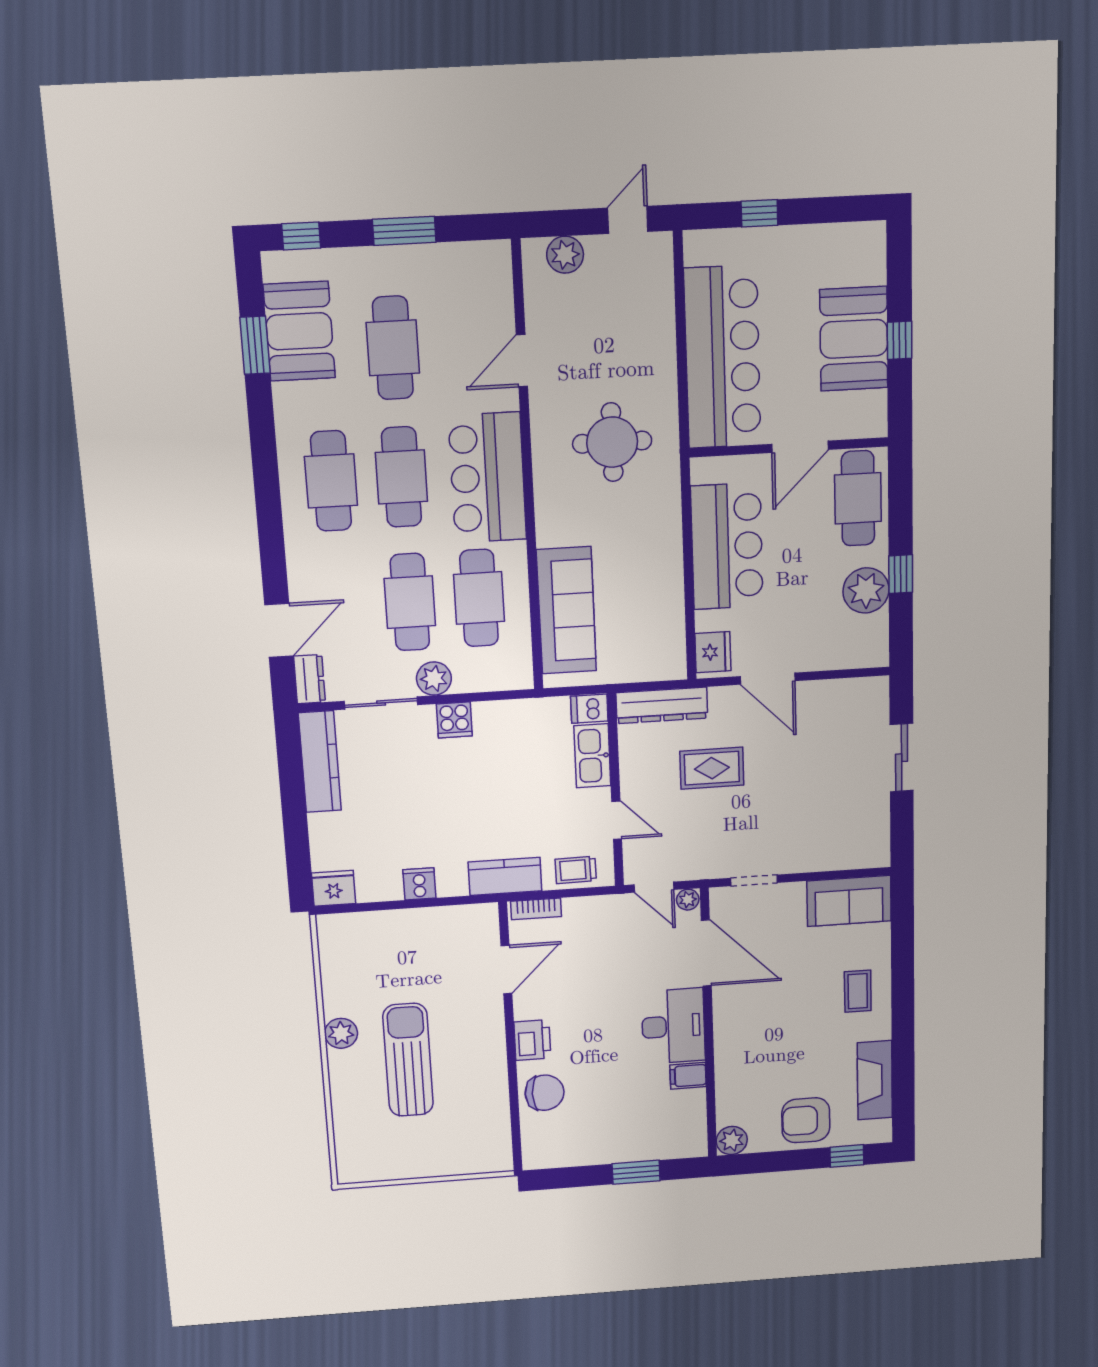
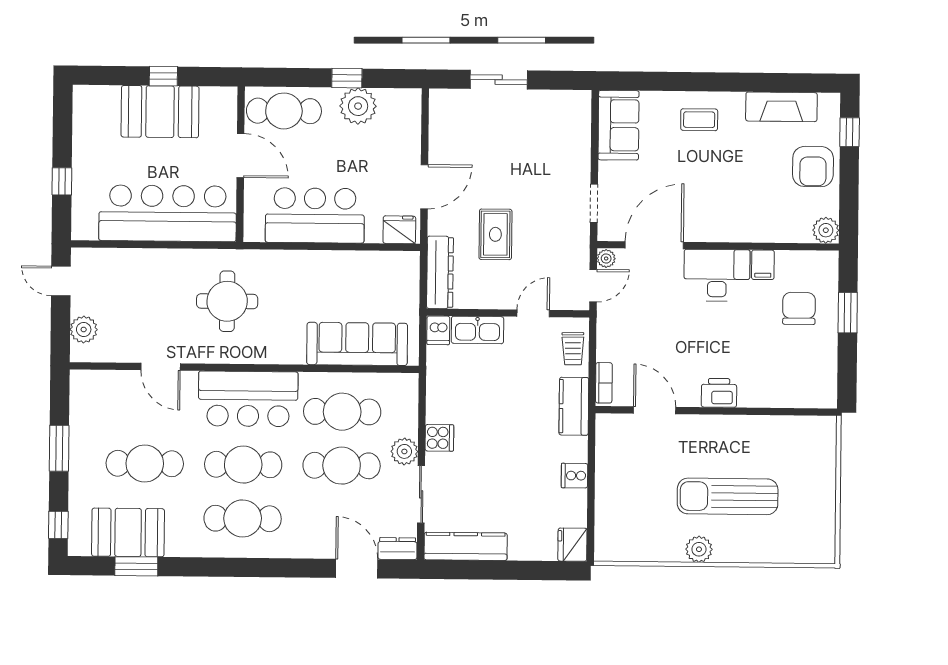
chair: (545, 1093) -> (799, 308), moved

